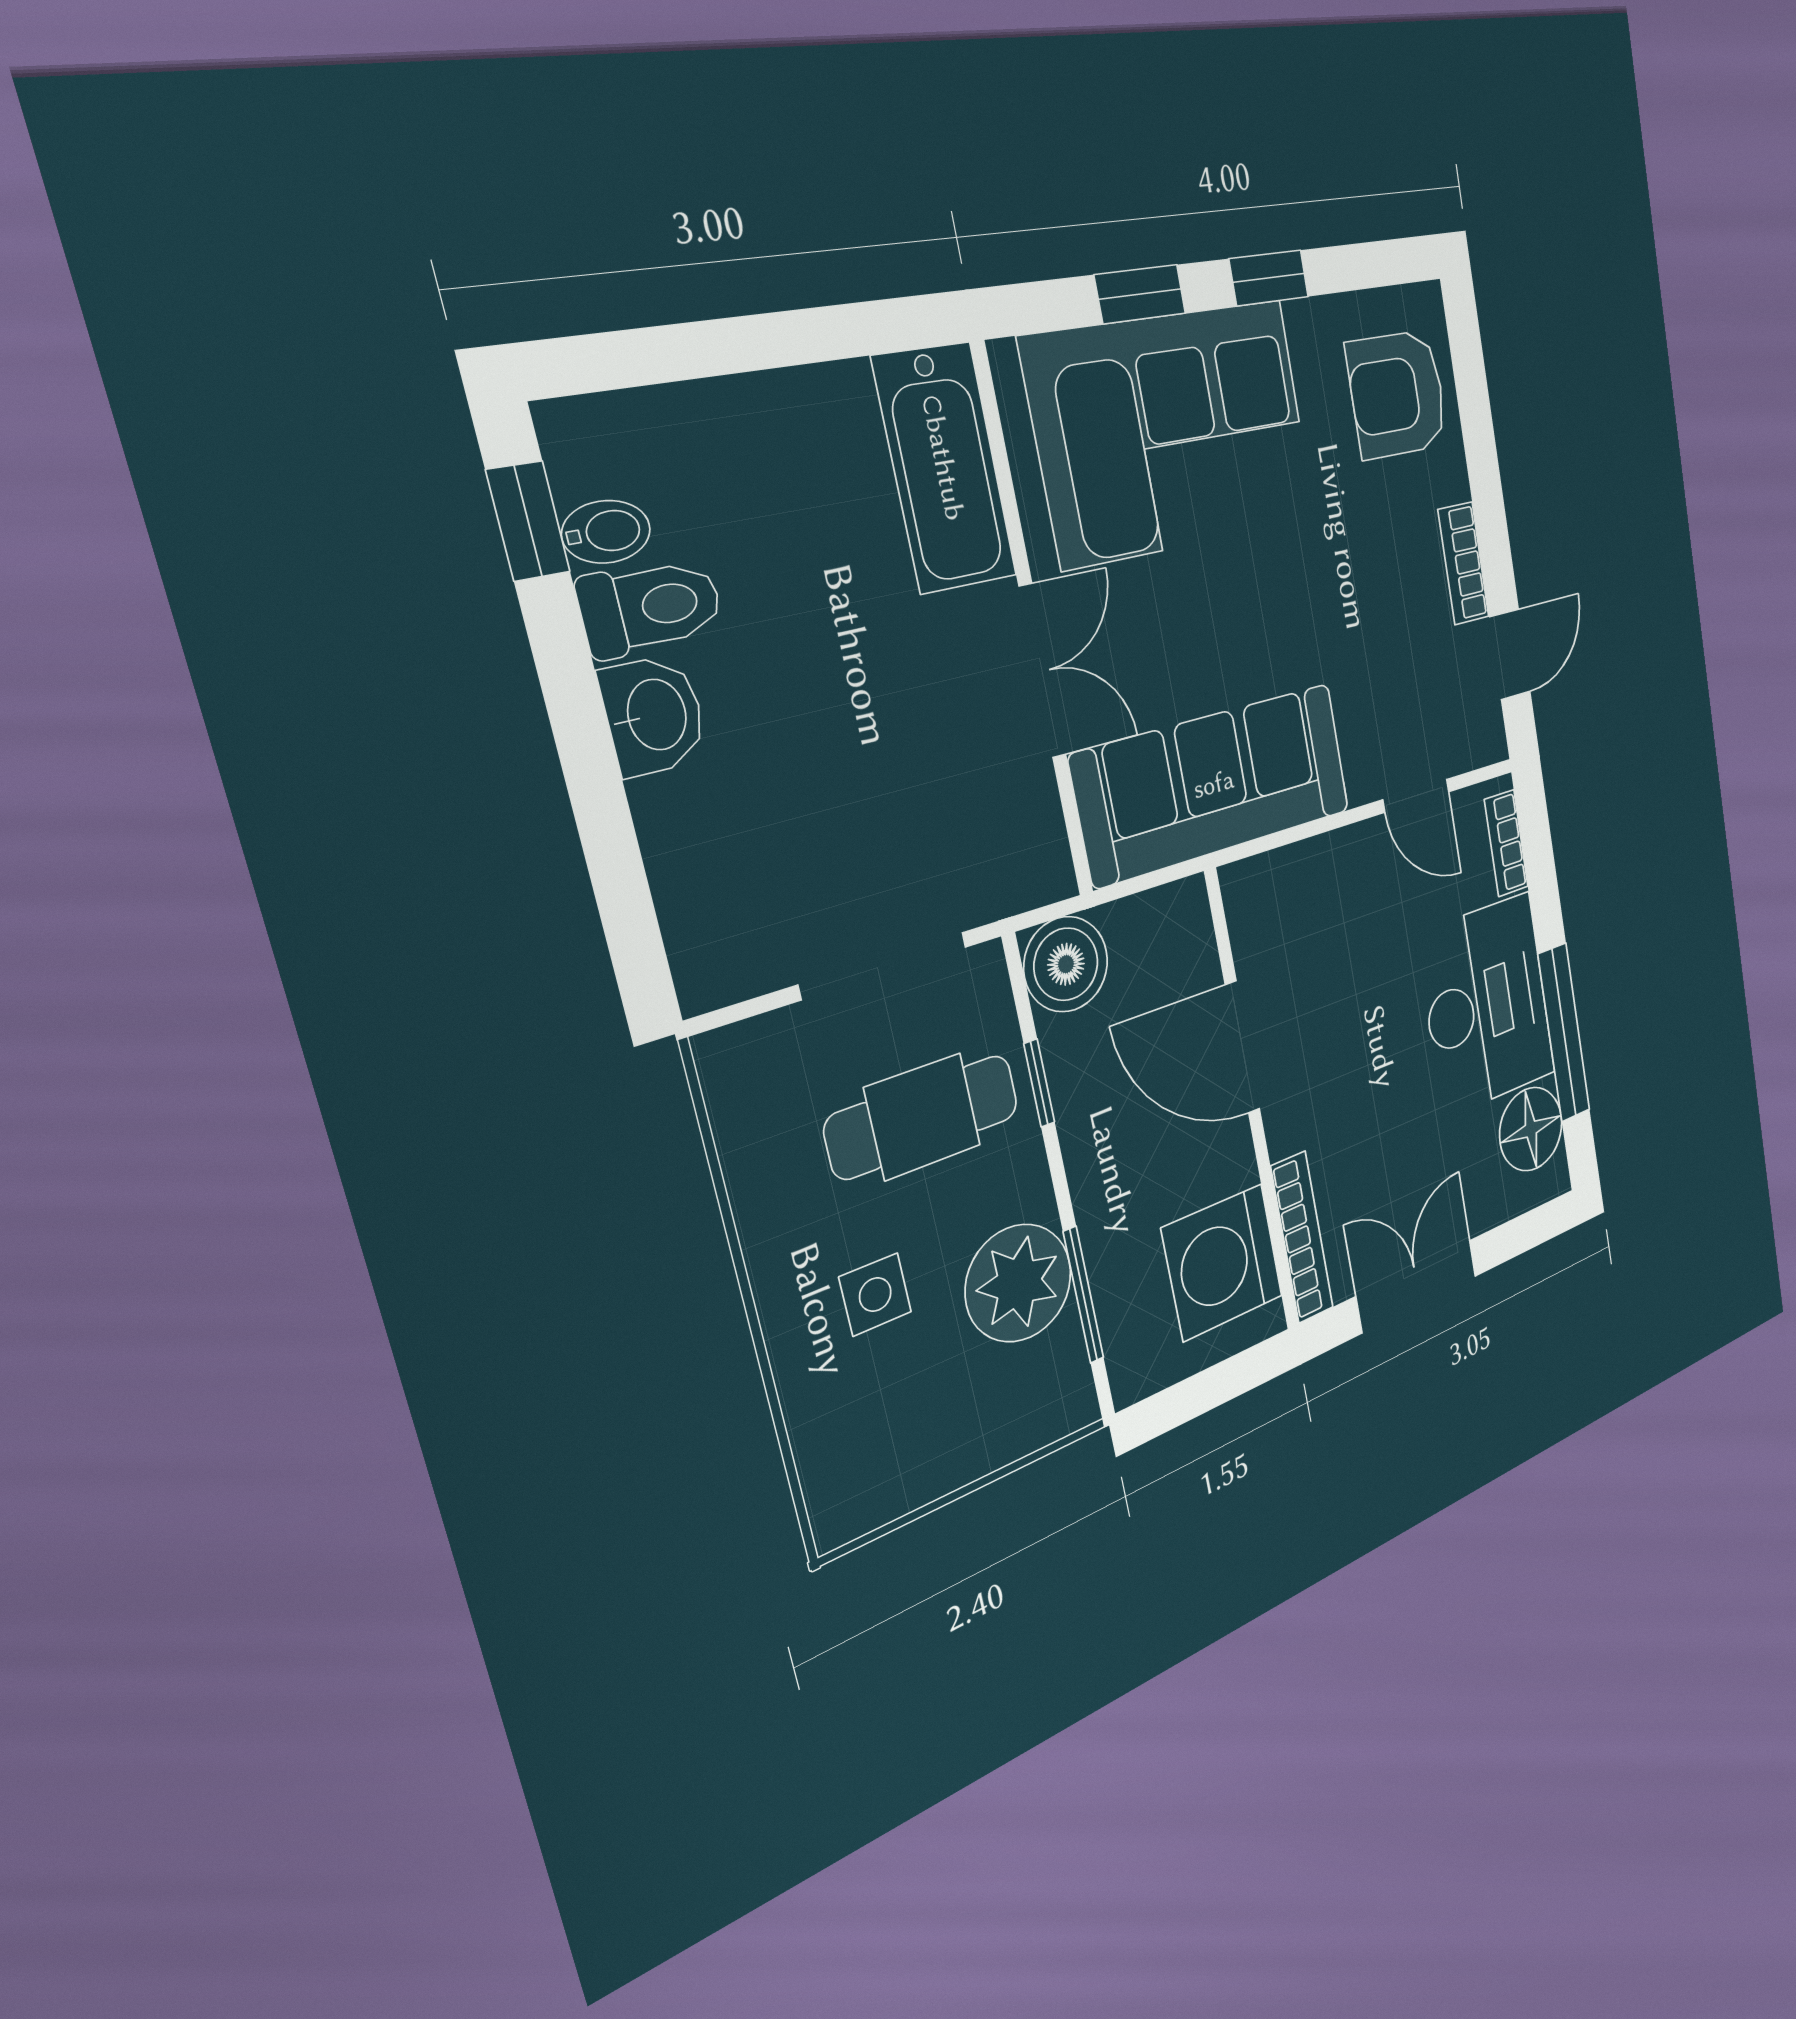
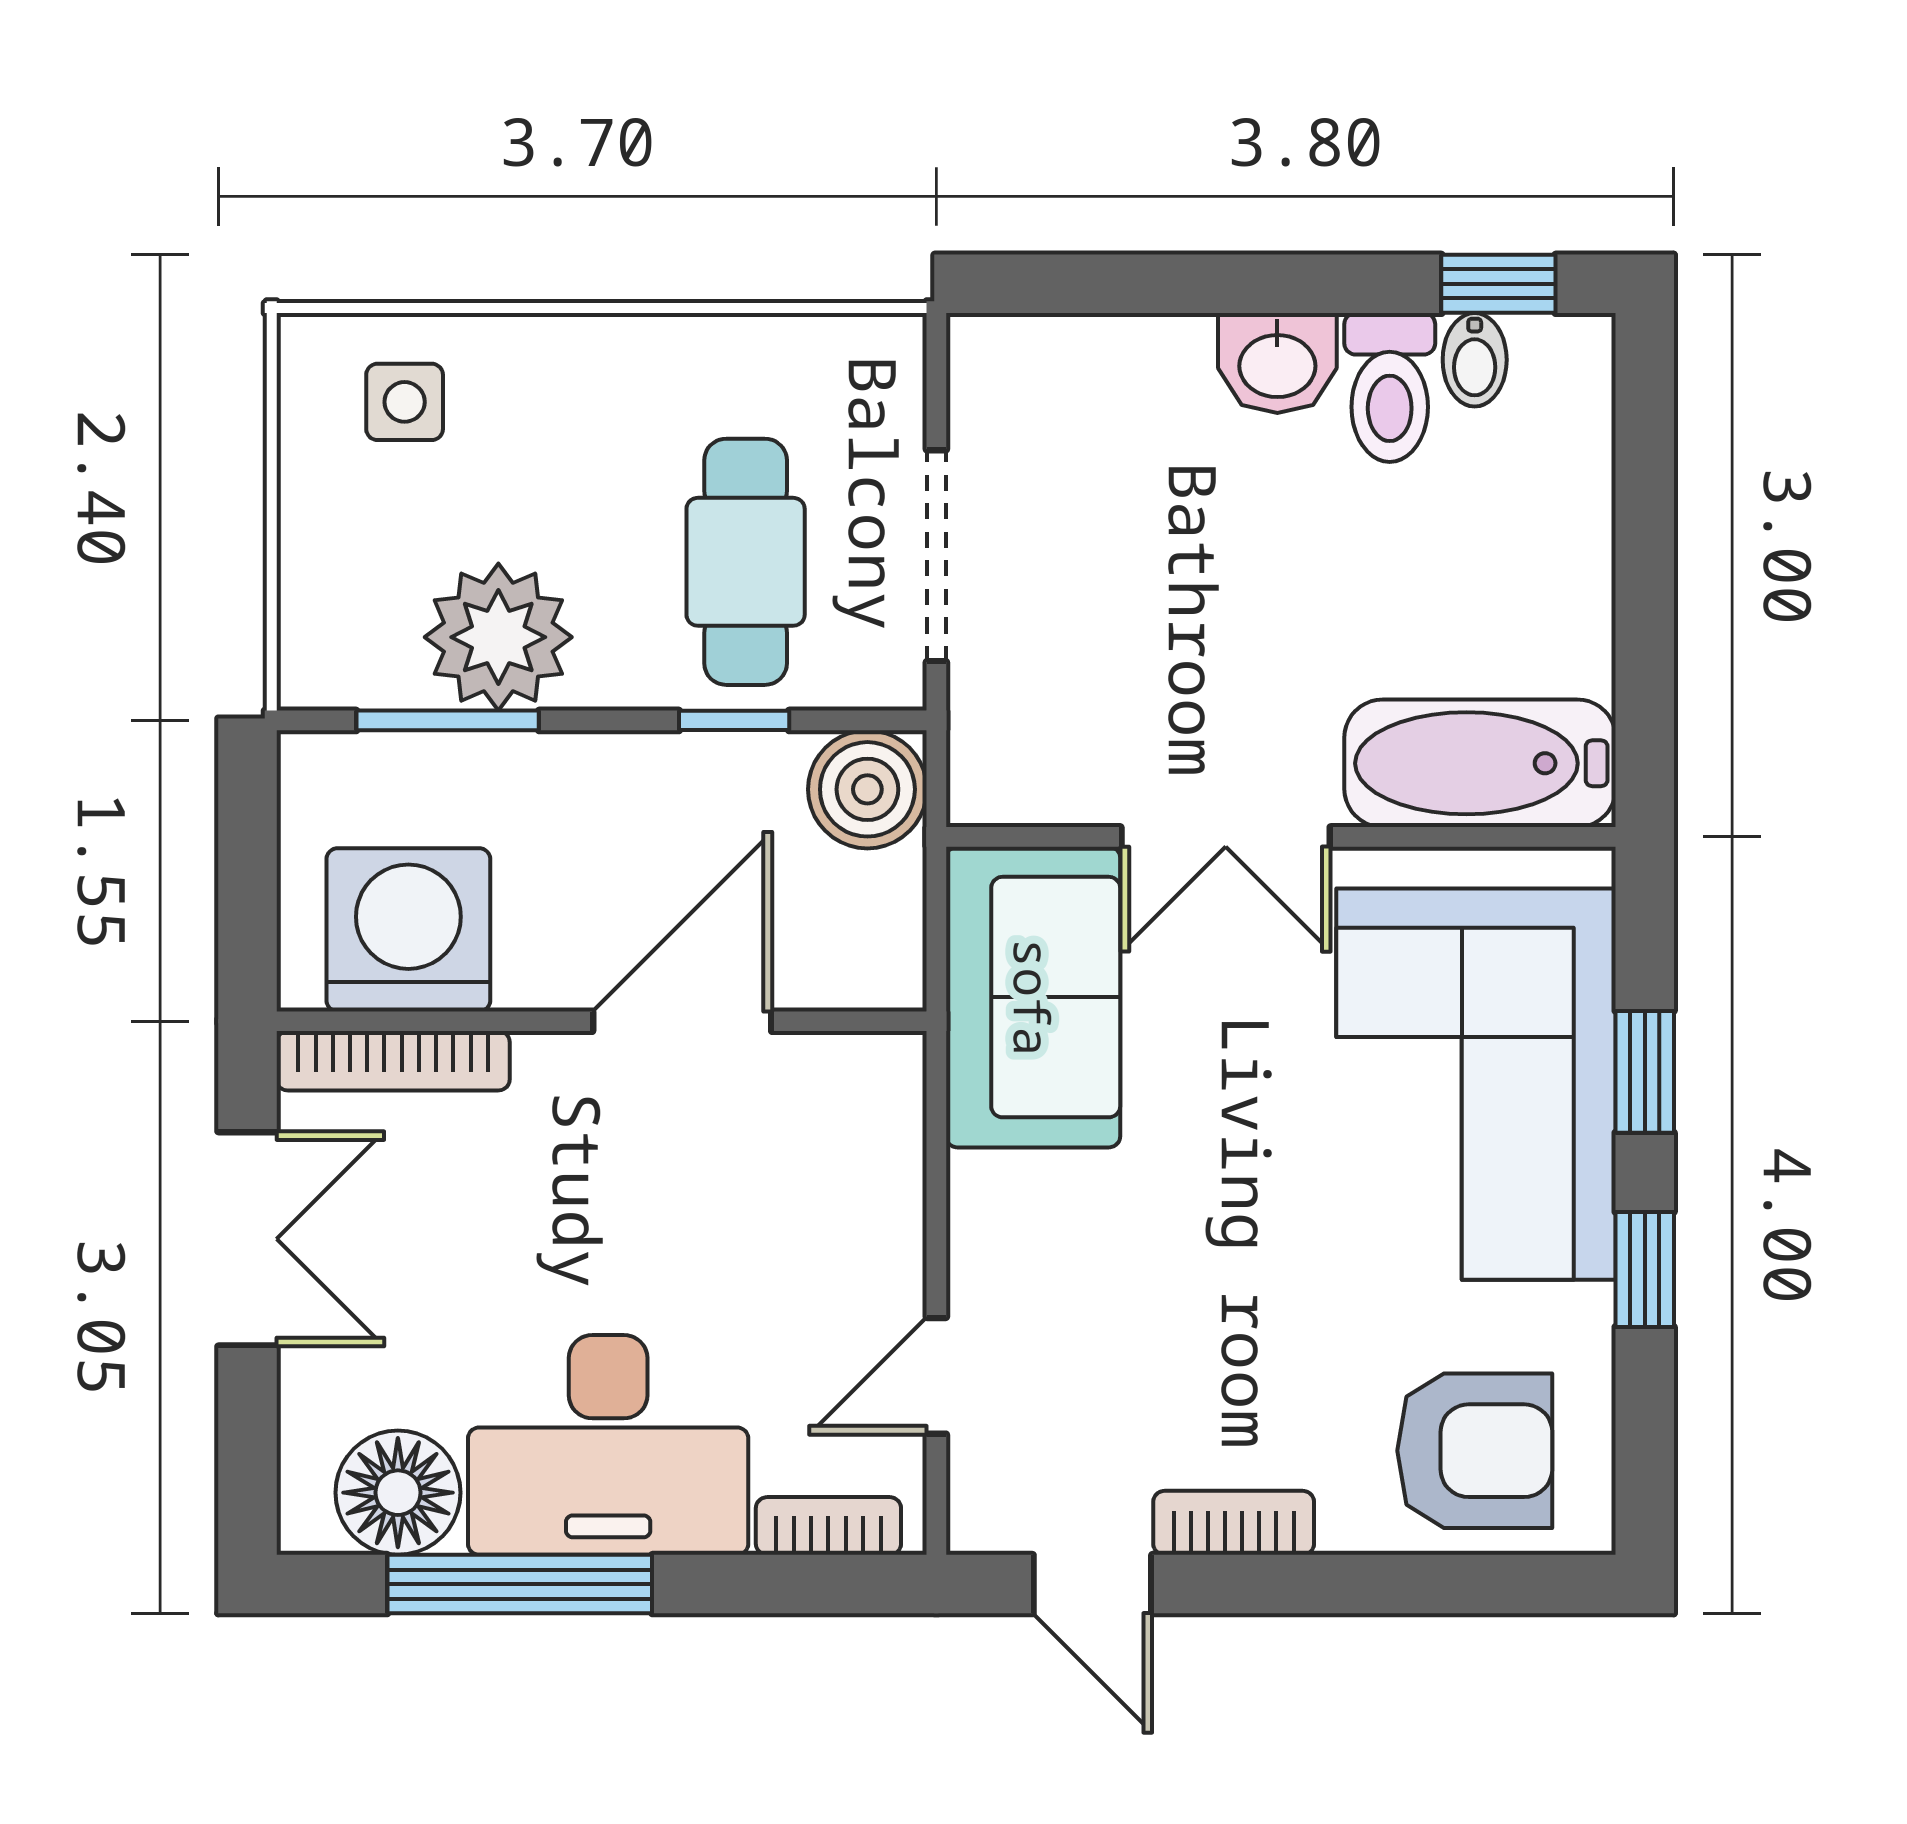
armchair: (1397, 394) -> (1475, 1451), turned 90
sofa: (1214, 784) -> (1033, 997), width x0.73
side table: (875, 1295) -> (405, 402), moved

